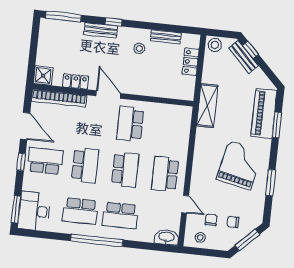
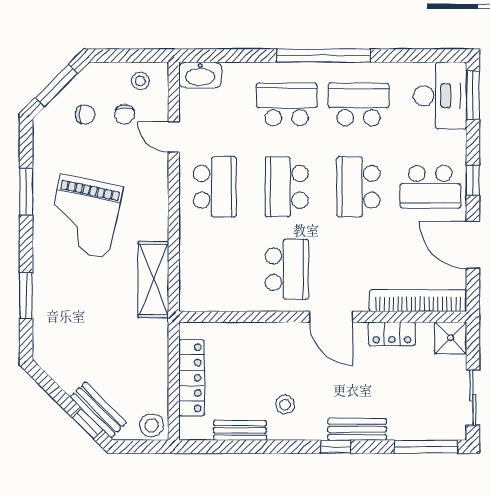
sliding door: (34, 41) -> (473, 398), added
locker: (191, 62) -> (191, 378), width x1.53
shelving: (207, 106) -> (153, 280), moved
piano: (264, 113) -> (51, 313), removed

